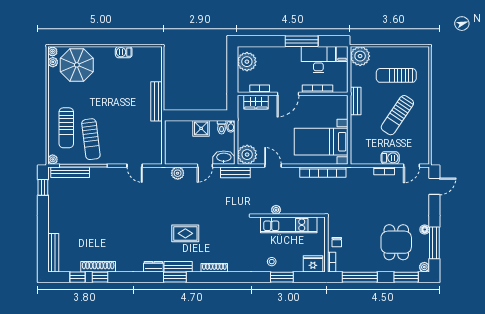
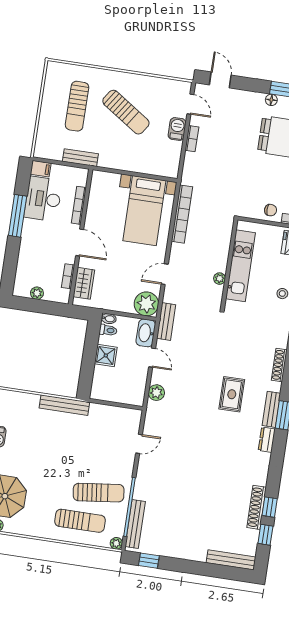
plant: (360, 56) -> (47, 147), removed
plant: (247, 62) -> (37, 293), width x0.53, depth x0.53
bench: (356, 101) -> (80, 158), moved

